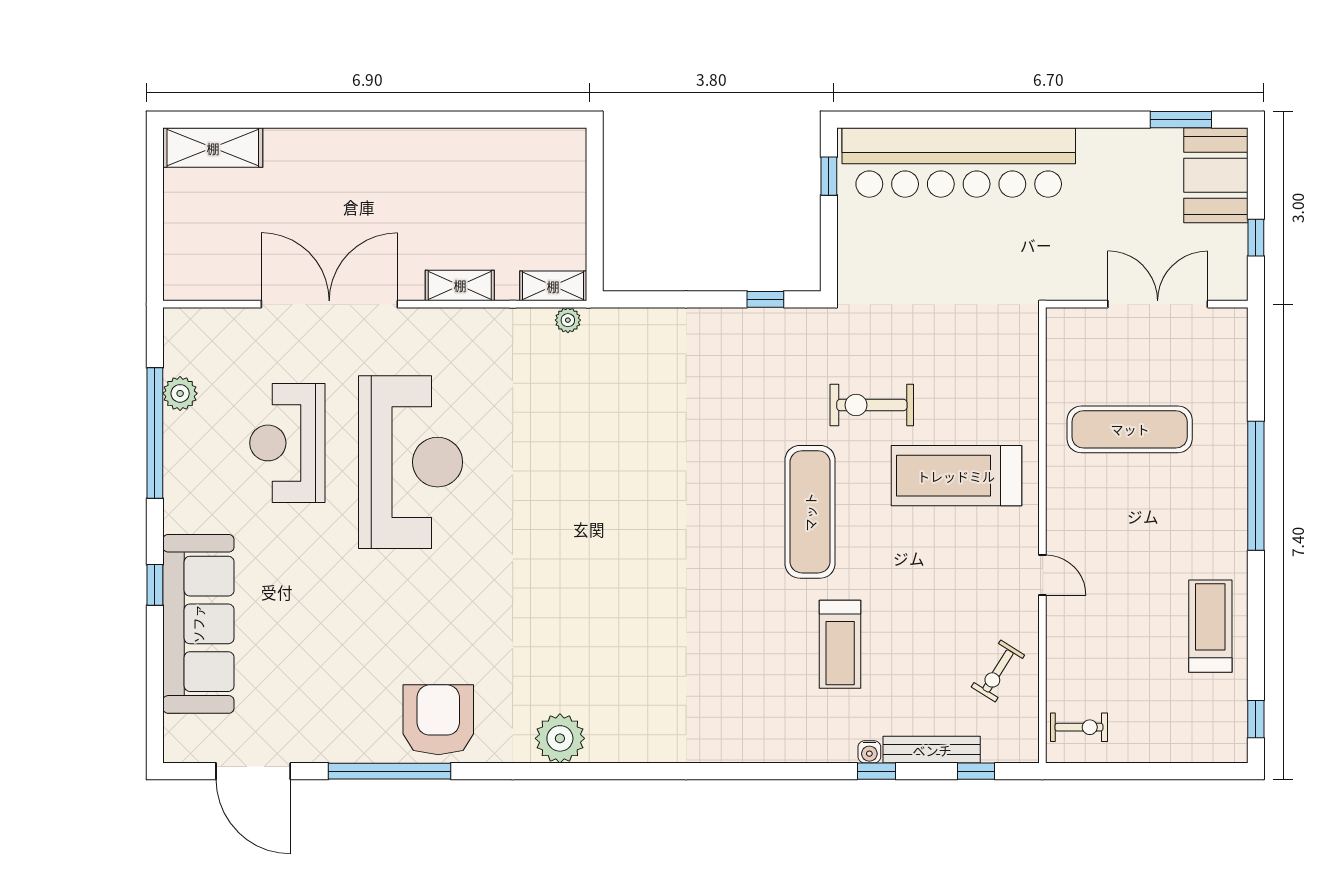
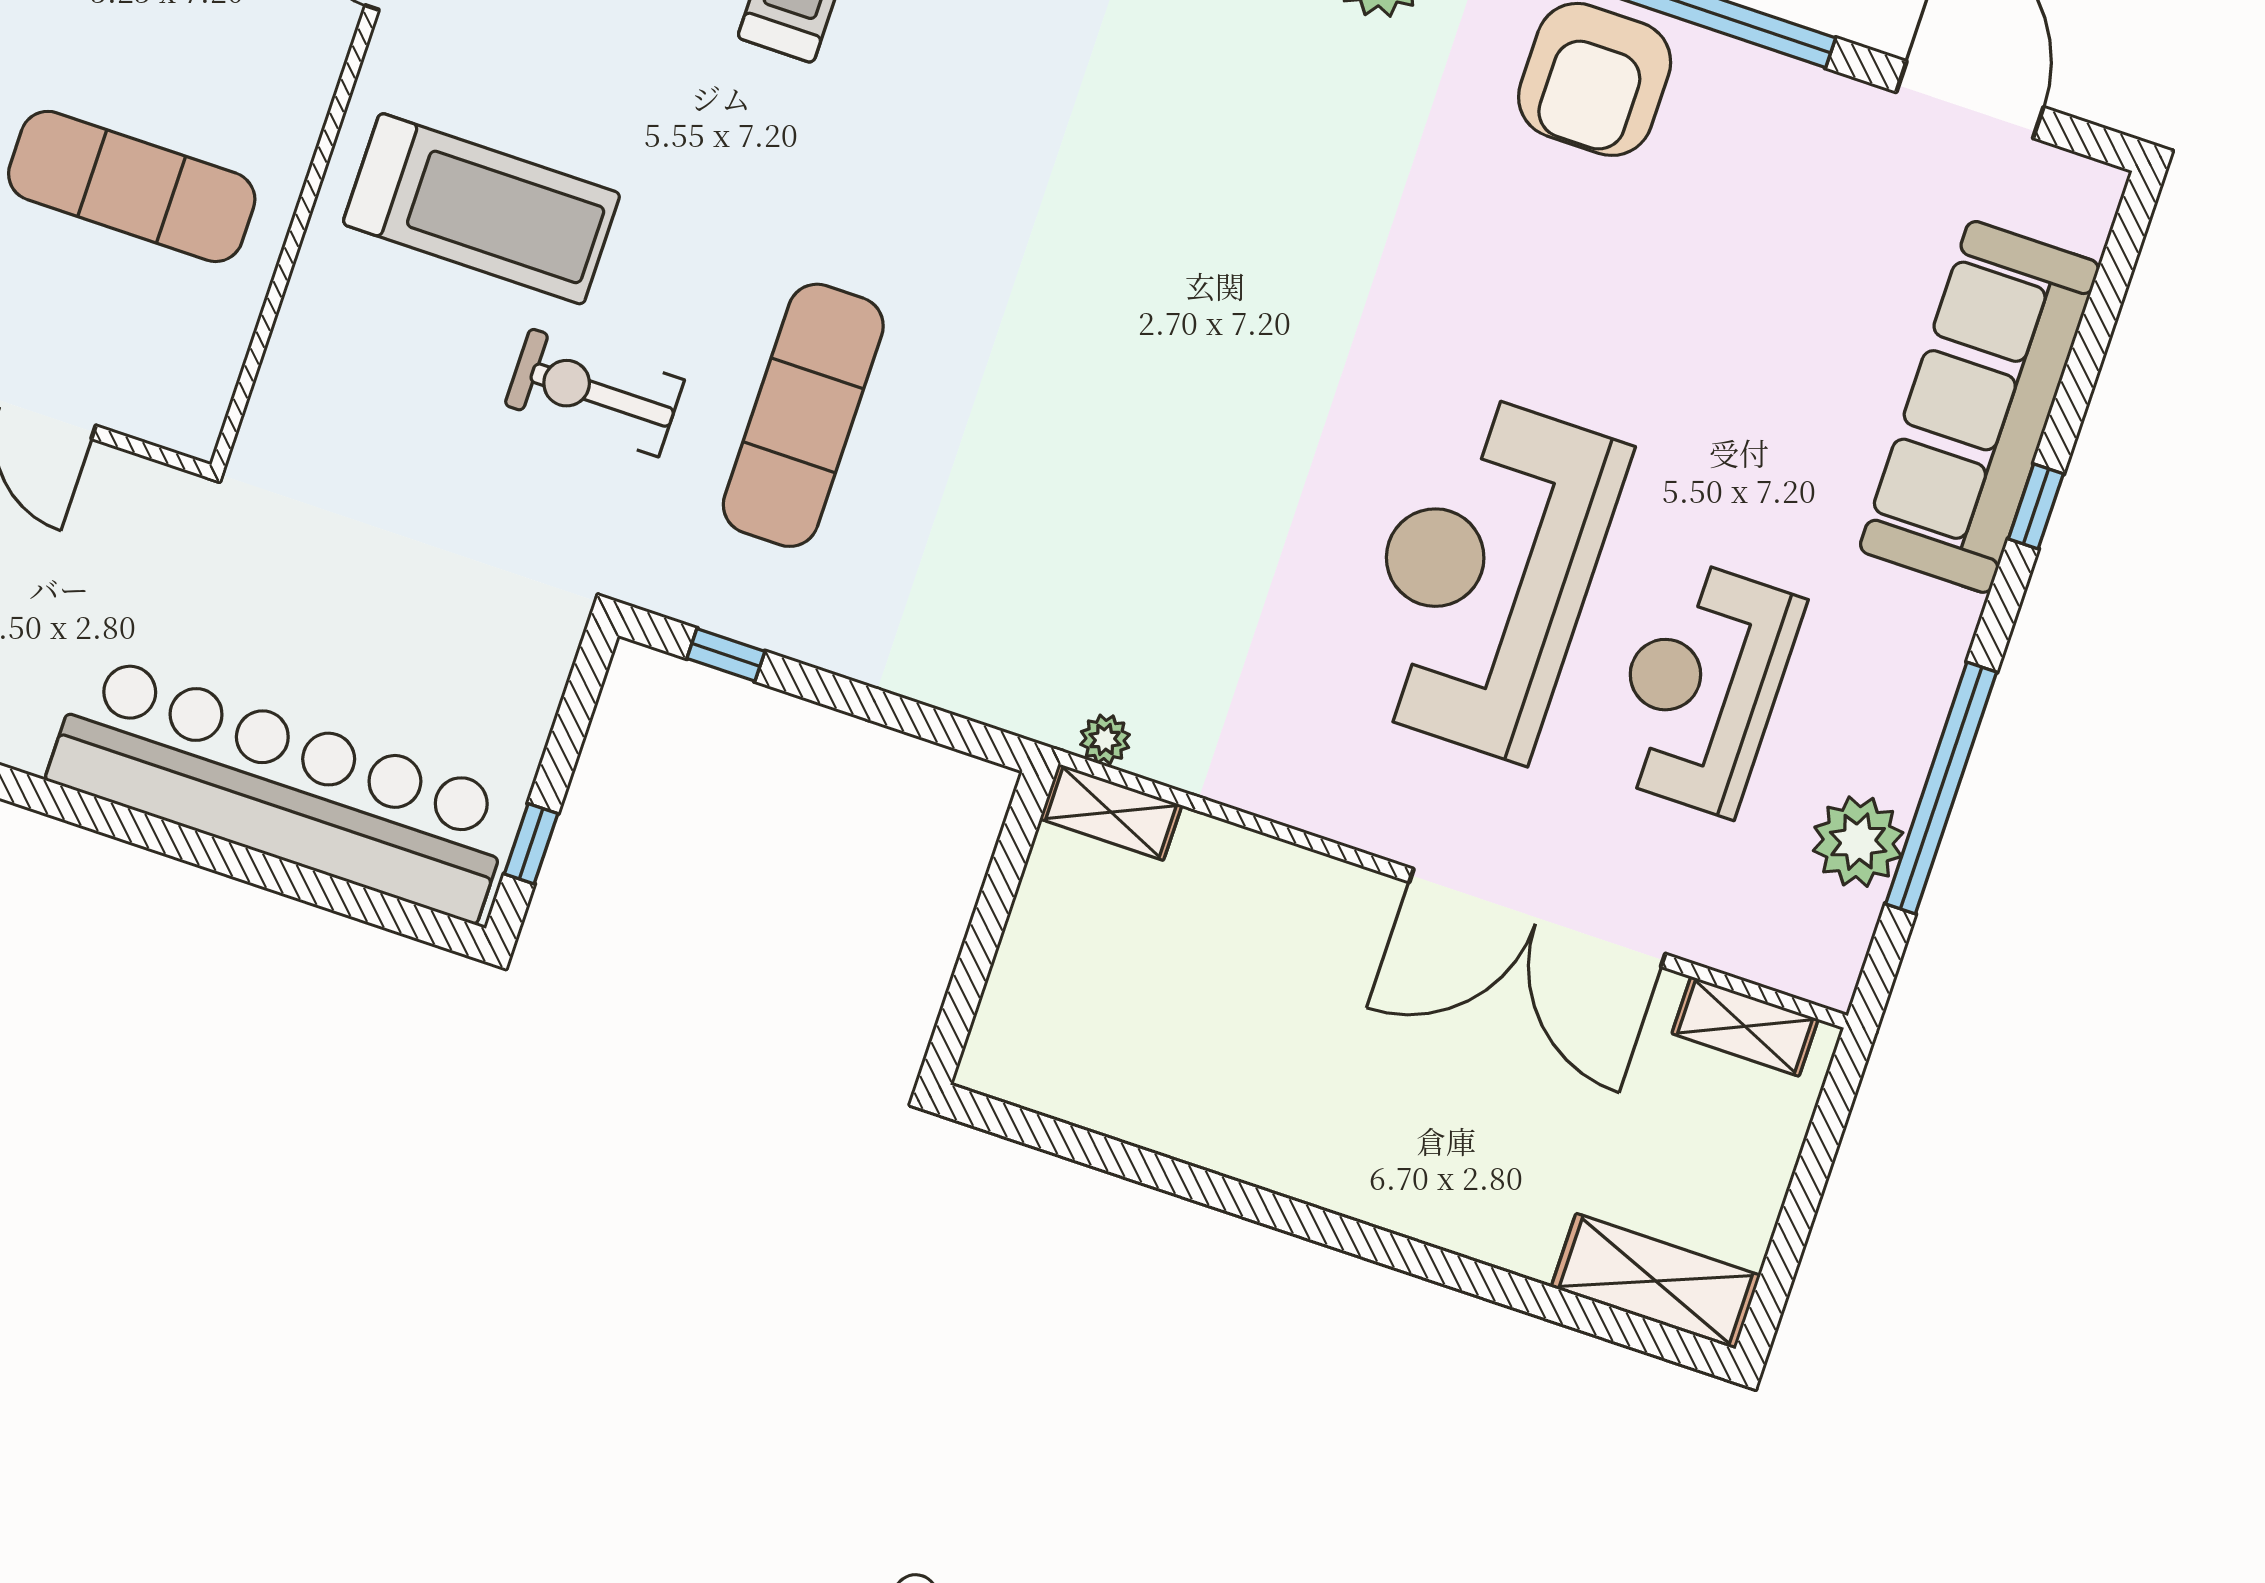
shelving: (460, 285) -> (1745, 1026), moved
plant: (180, 393) -> (1858, 842), width x1.36, depth x1.36
exercise bike: (872, 405) -> (594, 392), turned 180
reception desk: (287, 443) -> (1702, 687), turned 180
exercise mat: (810, 512) -> (803, 415), moved

